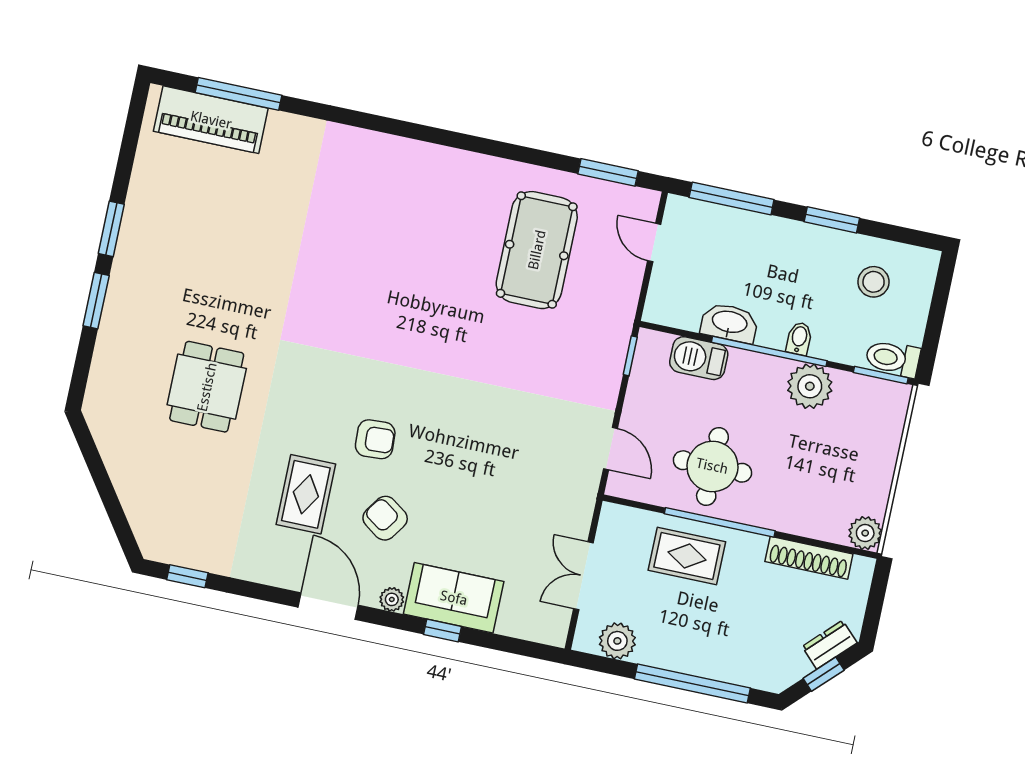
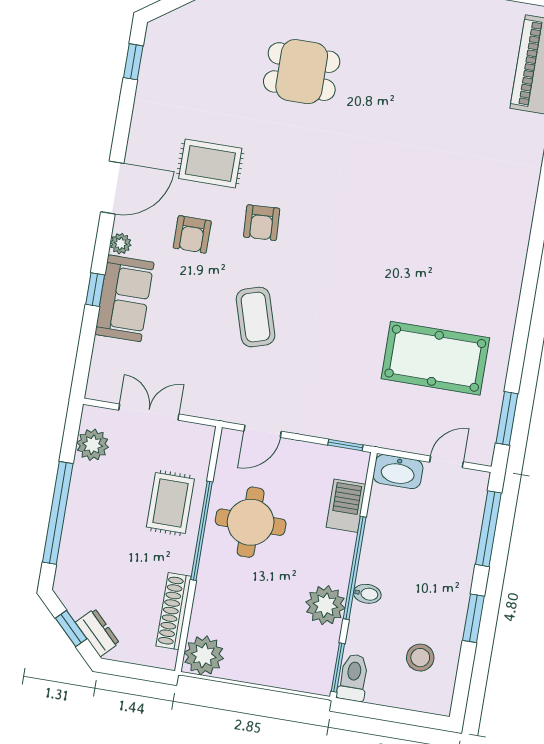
washbasin: (729, 323) -> (398, 472), moved, turned 90
coffee table: (481, 451) -> (256, 317), added
armchair: (385, 518) -> (192, 234), turned 145
plant: (865, 533) -> (204, 655), width x1.36, depth x1.36

